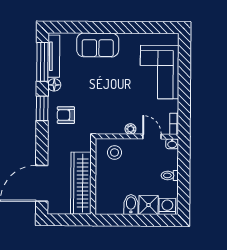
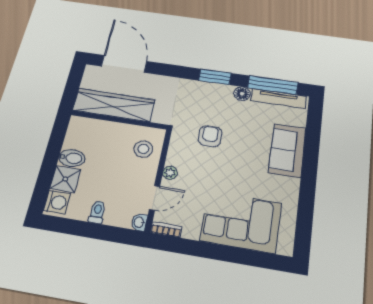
armchair: (66, 115) -> (210, 136), moved

